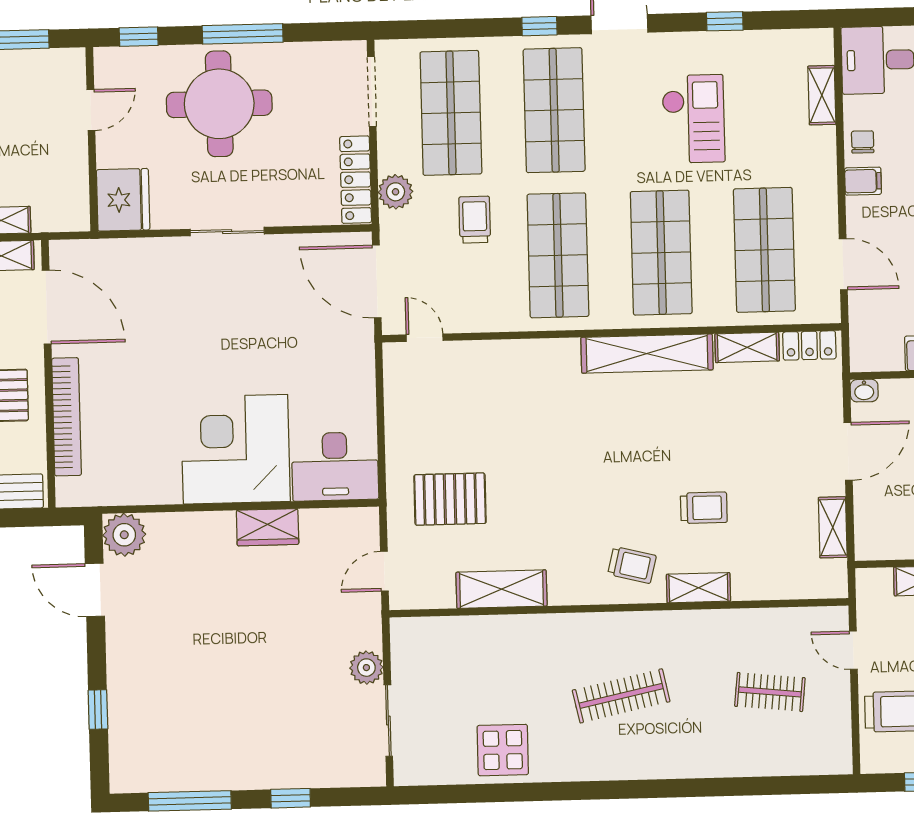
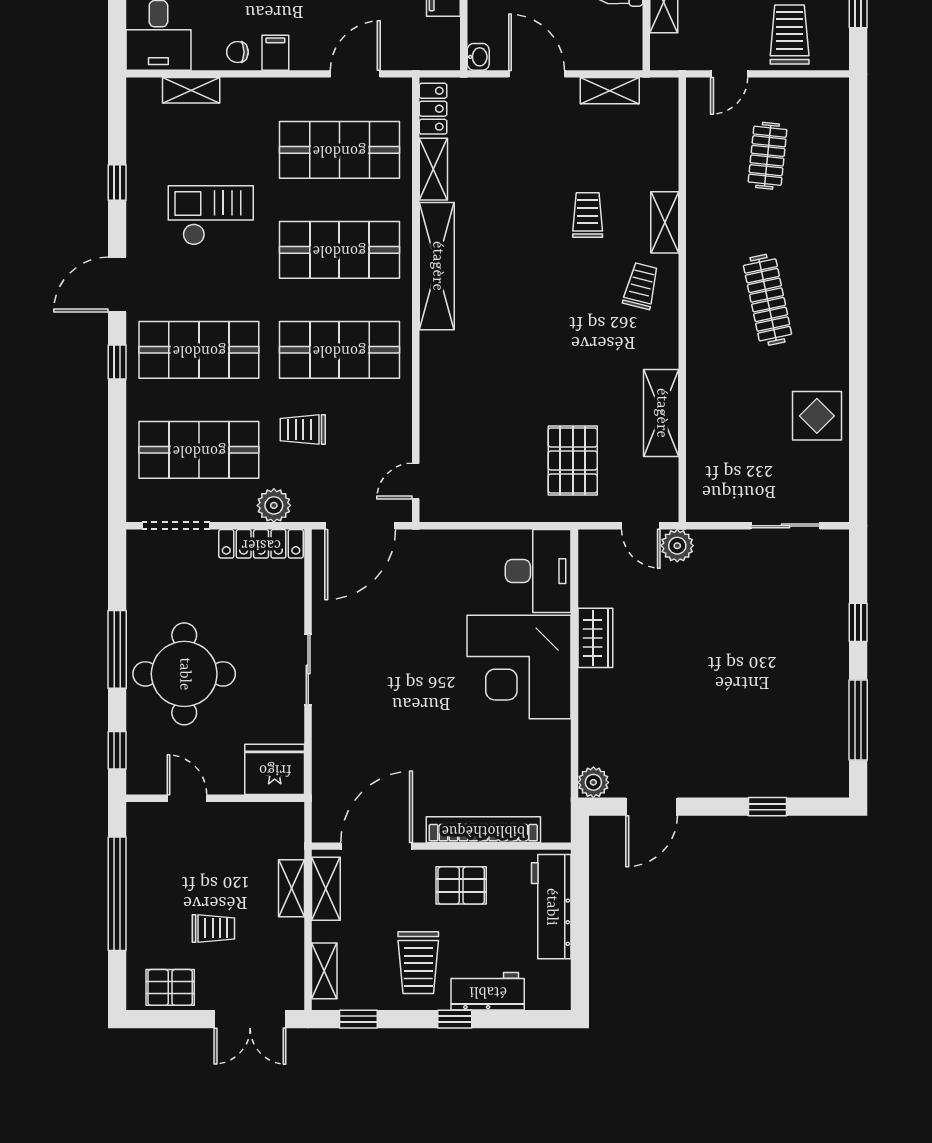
plant: (124, 535) -> (593, 782), width x0.73, depth x0.73
plant: (366, 668) -> (677, 546), moved

